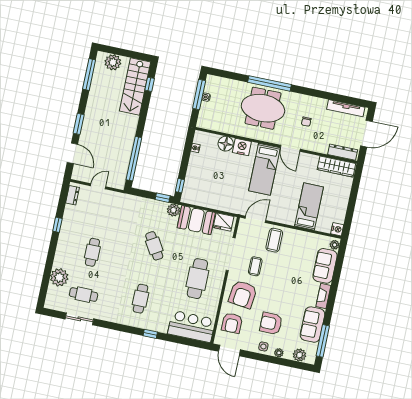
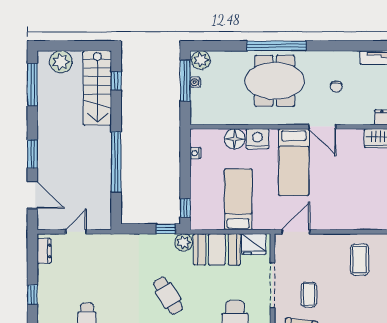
plant: (213, 82) -> (201, 60), added
window: (134, 159) -> (116, 162), moved
bed: (309, 206) -> (238, 199), moved
coffee table: (274, 240) -> (360, 260), moved

